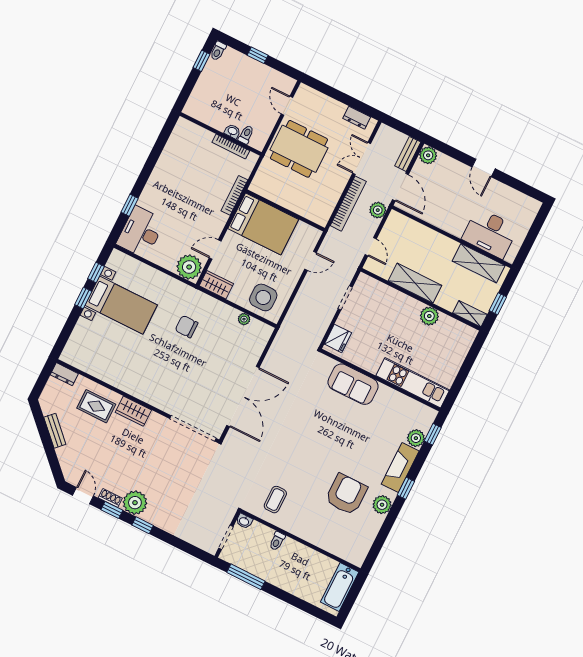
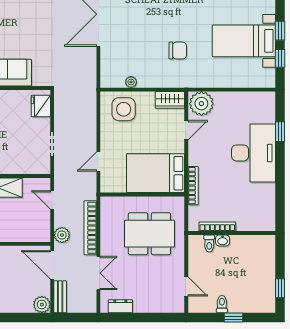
toilet: (218, 51) -> (222, 304), moved
dining table: (299, 149) -> (149, 234), moved
desk: (141, 232) -> (254, 153), moved, width x1.36, depth x1.30

